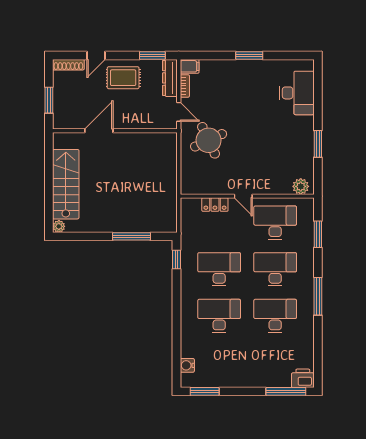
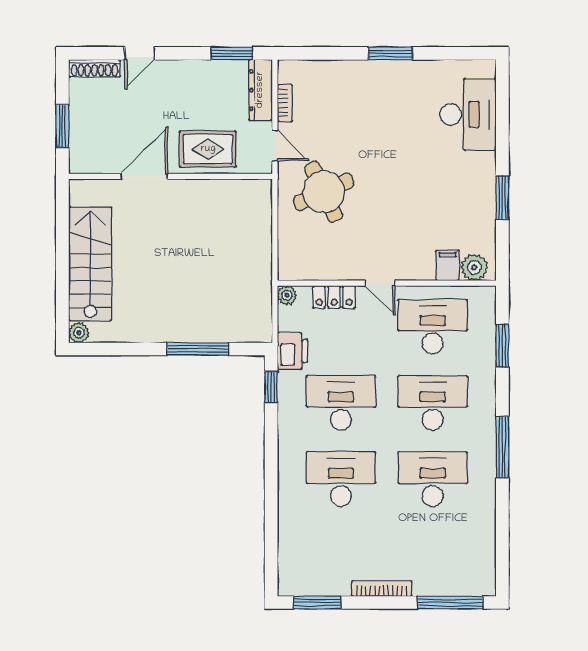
filing cabinet: (190, 66) -> (448, 265), moved, turned -90
rug: (123, 78) -> (208, 149), moved
plant: (186, 203) -> (287, 295), added
water cooler: (187, 365) -> (289, 560), removed
printer: (303, 378) -> (293, 351), moved, turned 90
bookcase: (244, 383) -> (382, 589), added

